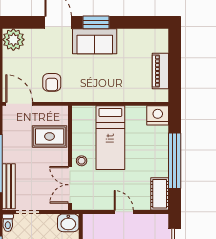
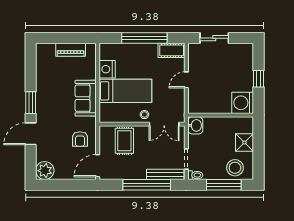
sofa: (95, 41) -> (86, 98), moved, turned 180
armchair: (52, 82) -> (80, 139), turned 90
nightstand: (158, 115) -> (107, 69), moved

